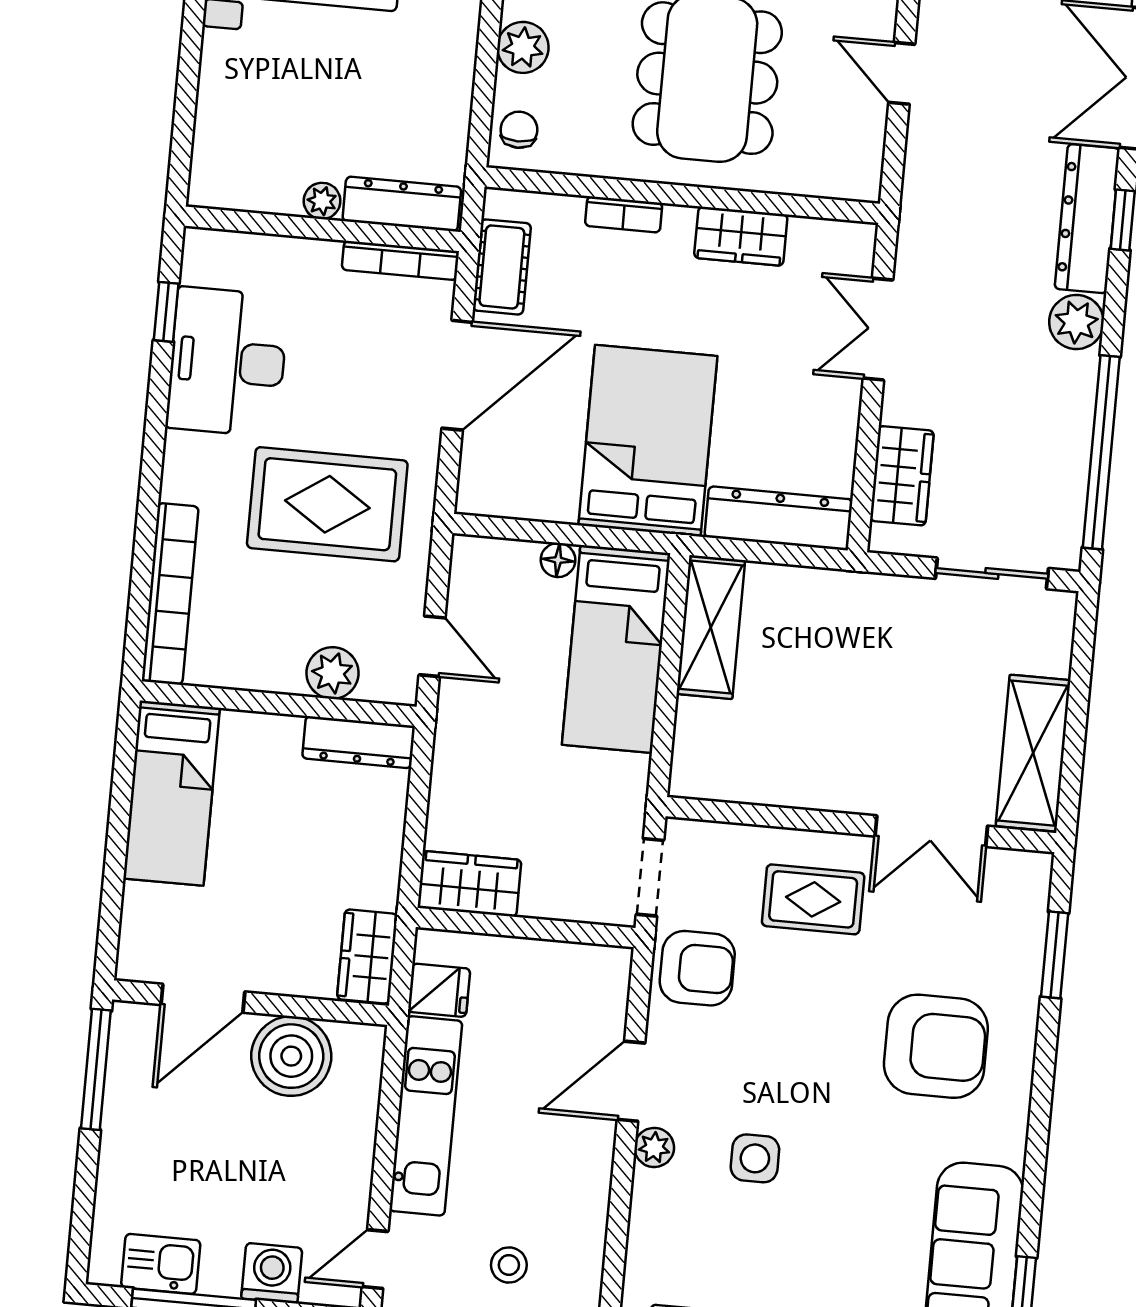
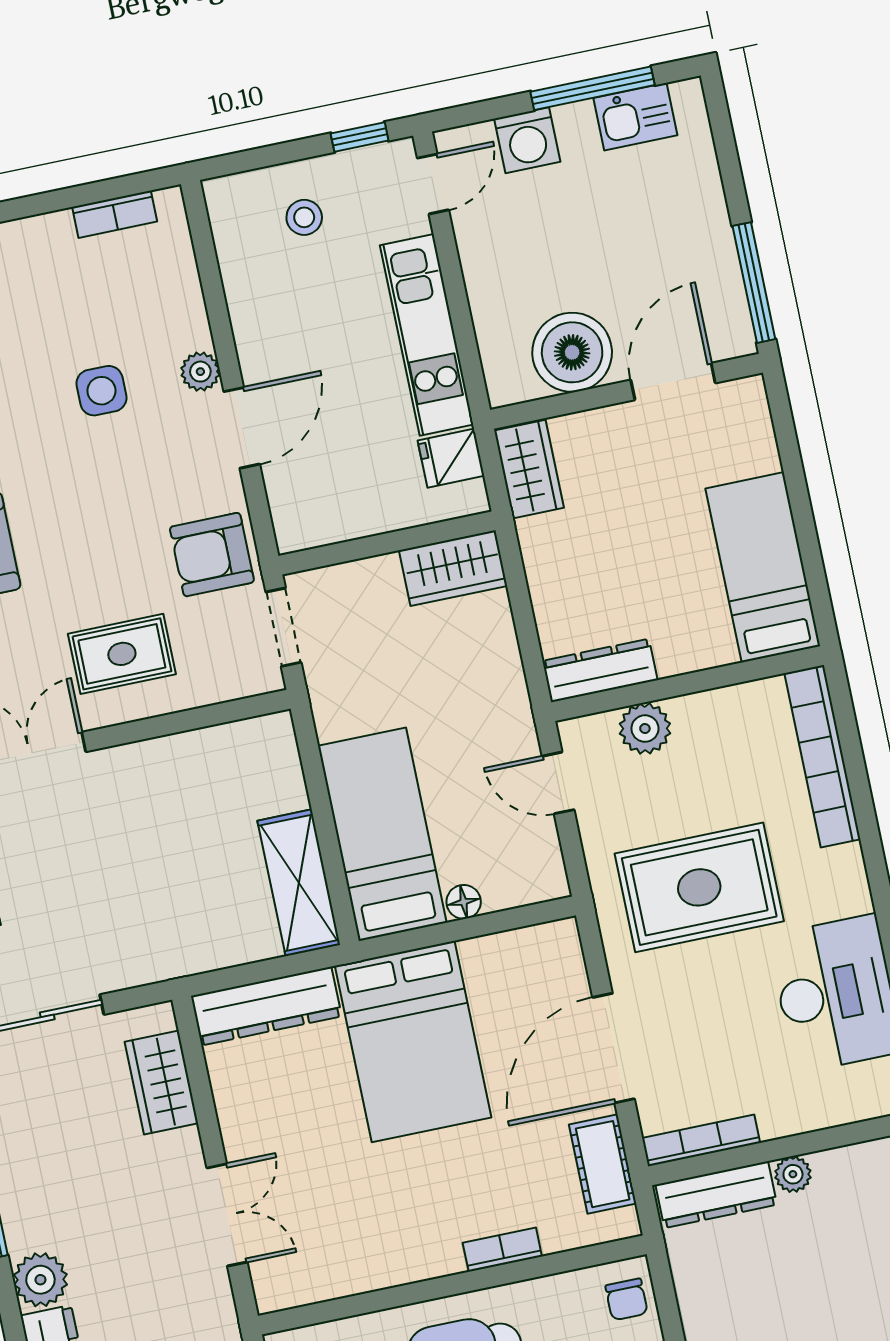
wardrobe: (741, 236) -> (385, 1263), removed

